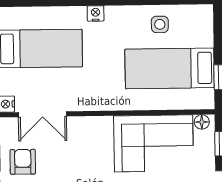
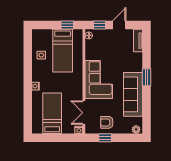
double door: (42, 114) -> (84, 113), swing flipped
corner sofa: (154, 143) -> (99, 79), moved

